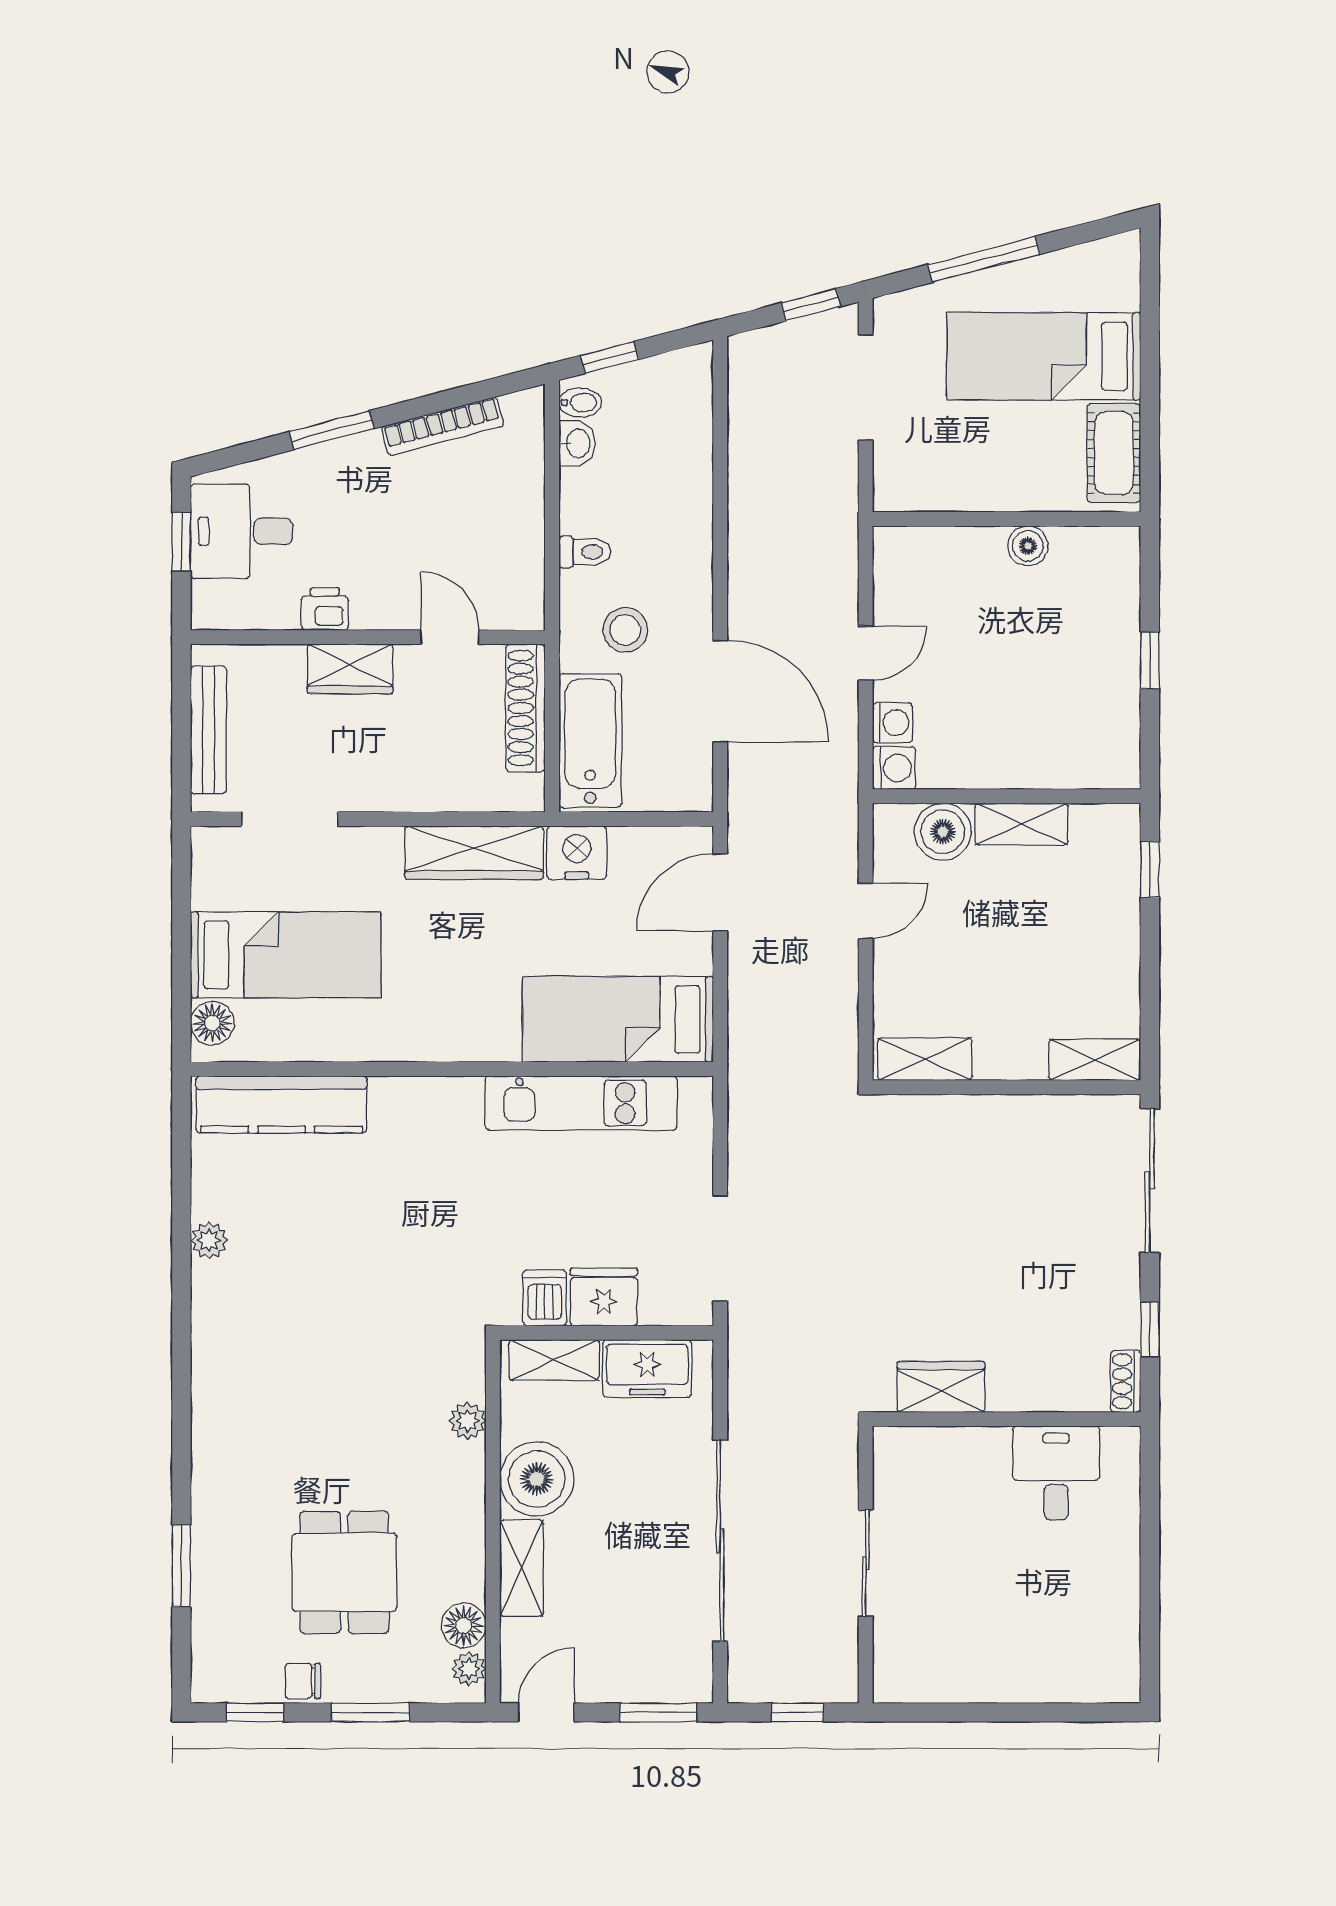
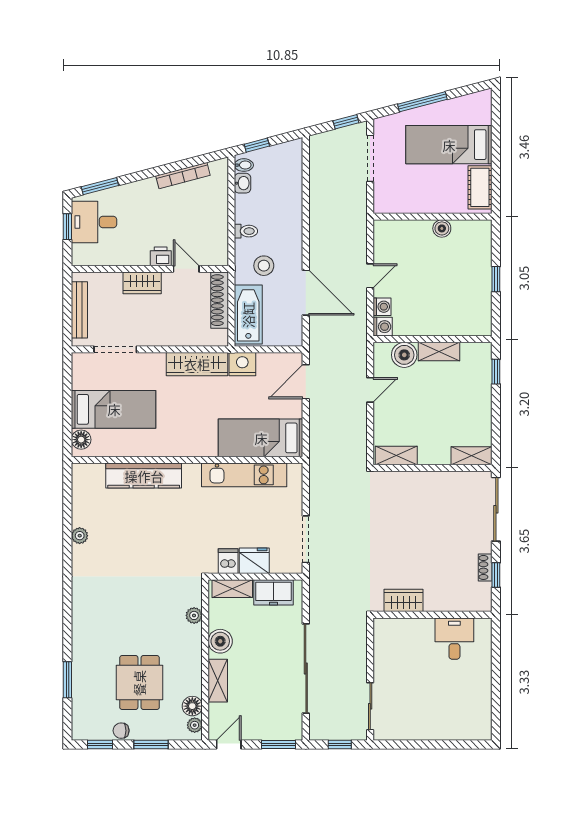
window: (332, 430) -> (100, 186), moved
printer: (325, 609) -> (161, 256), moved
kitchen counter: (281, 1104) -> (144, 476), moved
shoe rack: (1126, 1381) -> (485, 567), moved
boiler: (537, 1479) -> (220, 641), width x0.73, depth x0.73
sliding door: (866, 1563) -> (370, 706), moved

